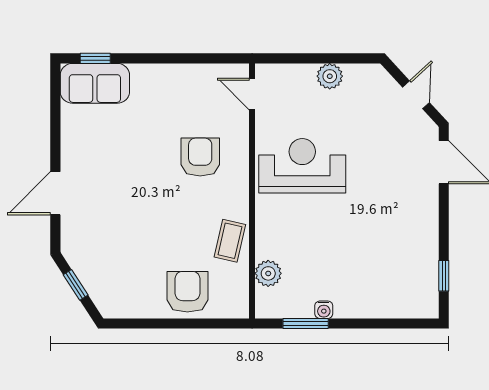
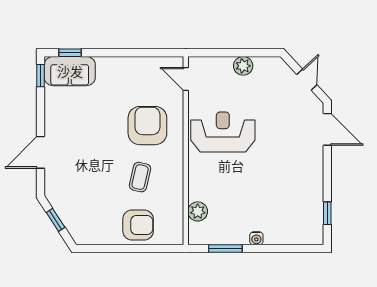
window: (55, 89) -> (41, 76), added
armchair: (200, 157) -> (147, 126), width x1.36, depth x1.36
coffee table: (230, 241) -> (140, 177), moved
armchair: (187, 292) -> (138, 225), turned 90
water cooler: (324, 310) -> (256, 238), moved

